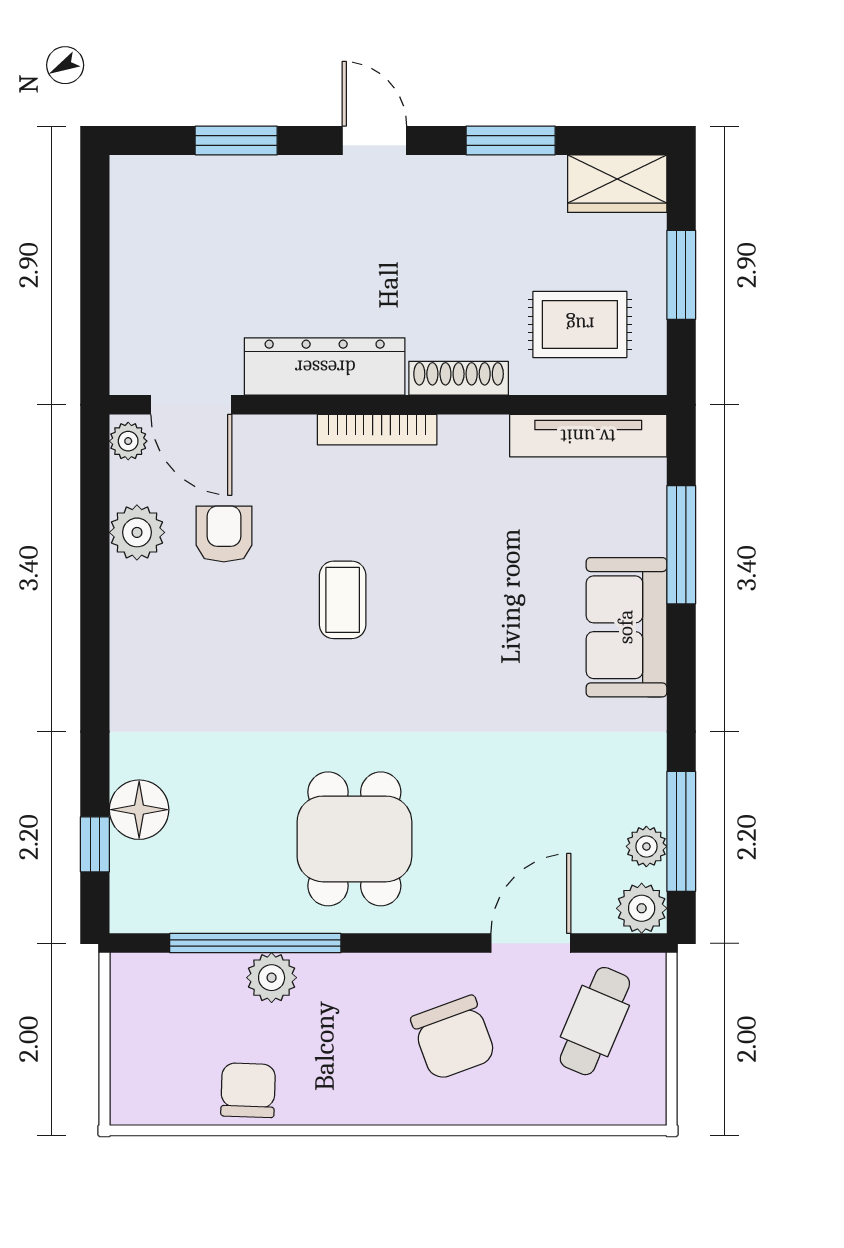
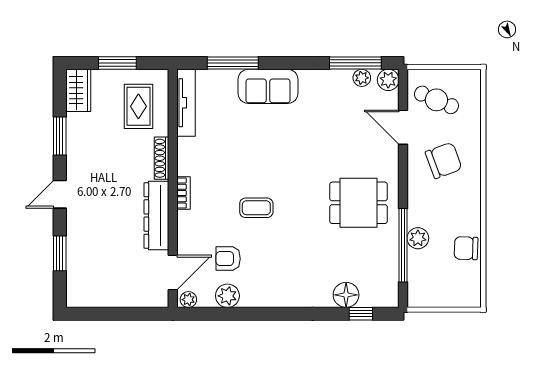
bookcase: (377, 430) -> (183, 193), width x0.64

